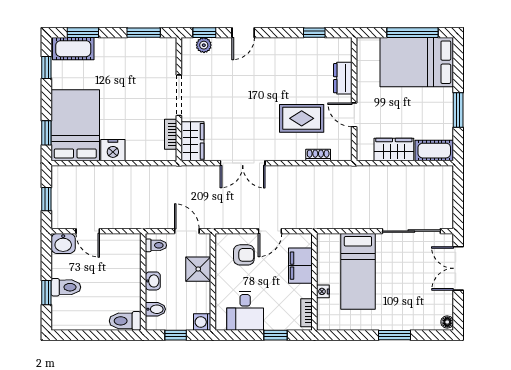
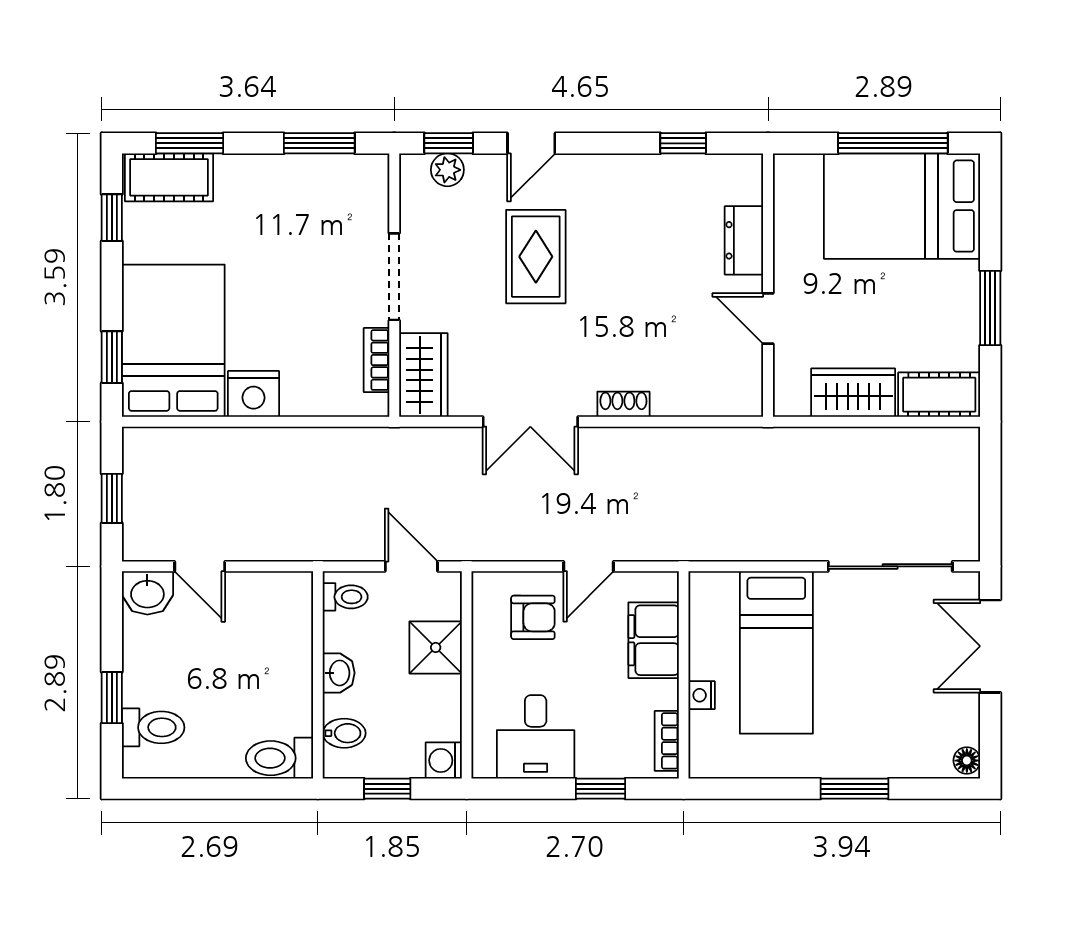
rug: (302, 118) -> (536, 257), moved, turned 90
shoe rack: (318, 155) -> (623, 404), moved
toilet: (66, 287) -> (153, 727), moved

